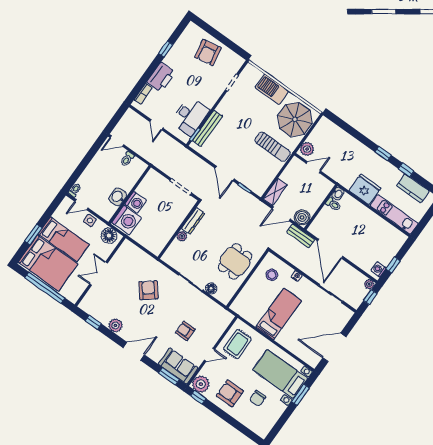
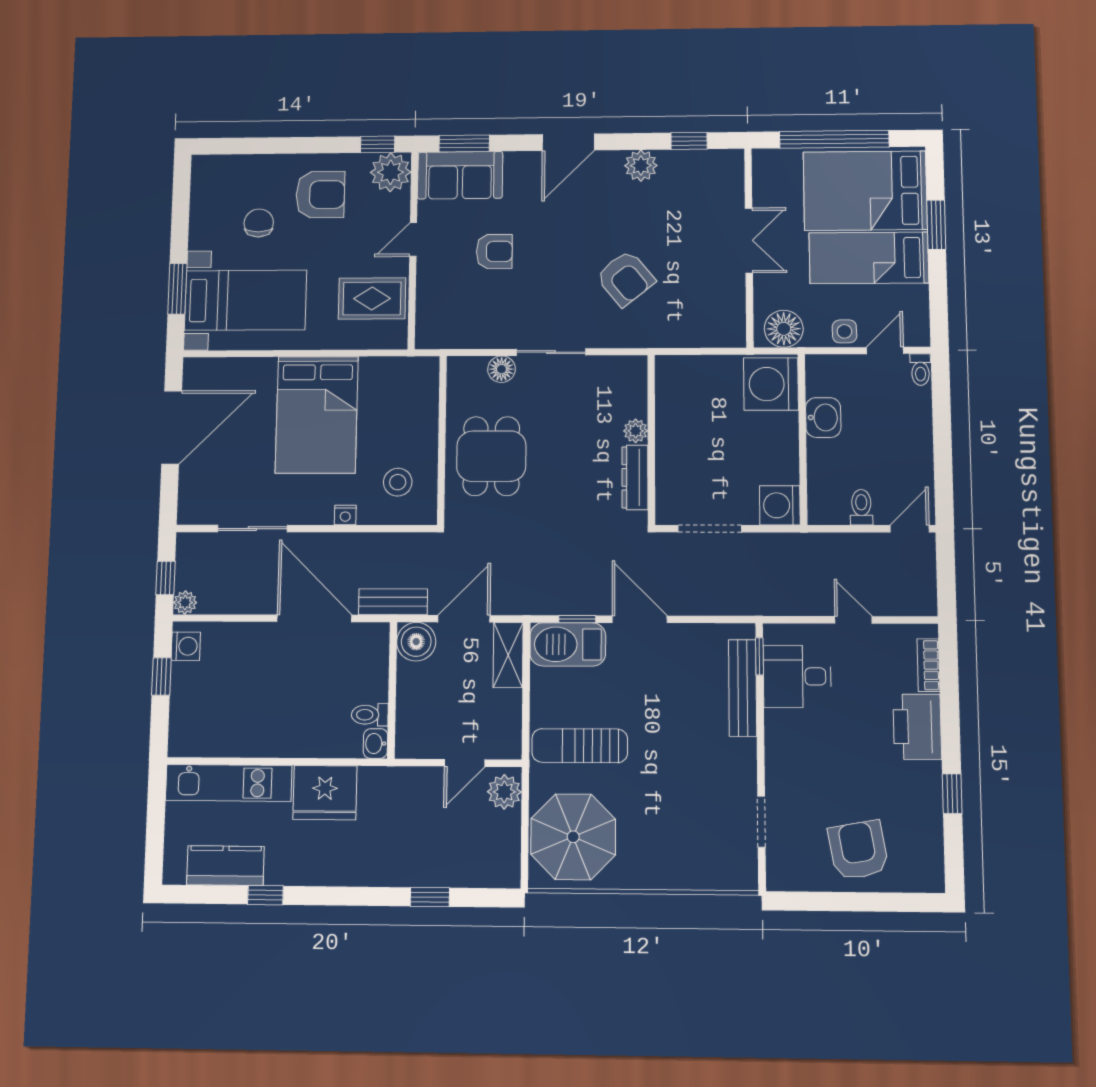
barbecue: (272, 89) -> (568, 644), moved, turned 180
desk: (190, 116) -> (797, 676), width x0.73
window: (383, 154) -> (430, 897), moved
washing machine: (136, 202) -> (780, 505), moved
bed: (279, 314) -> (317, 415), width x1.50
rug: (237, 344) -> (372, 298), turned 90

